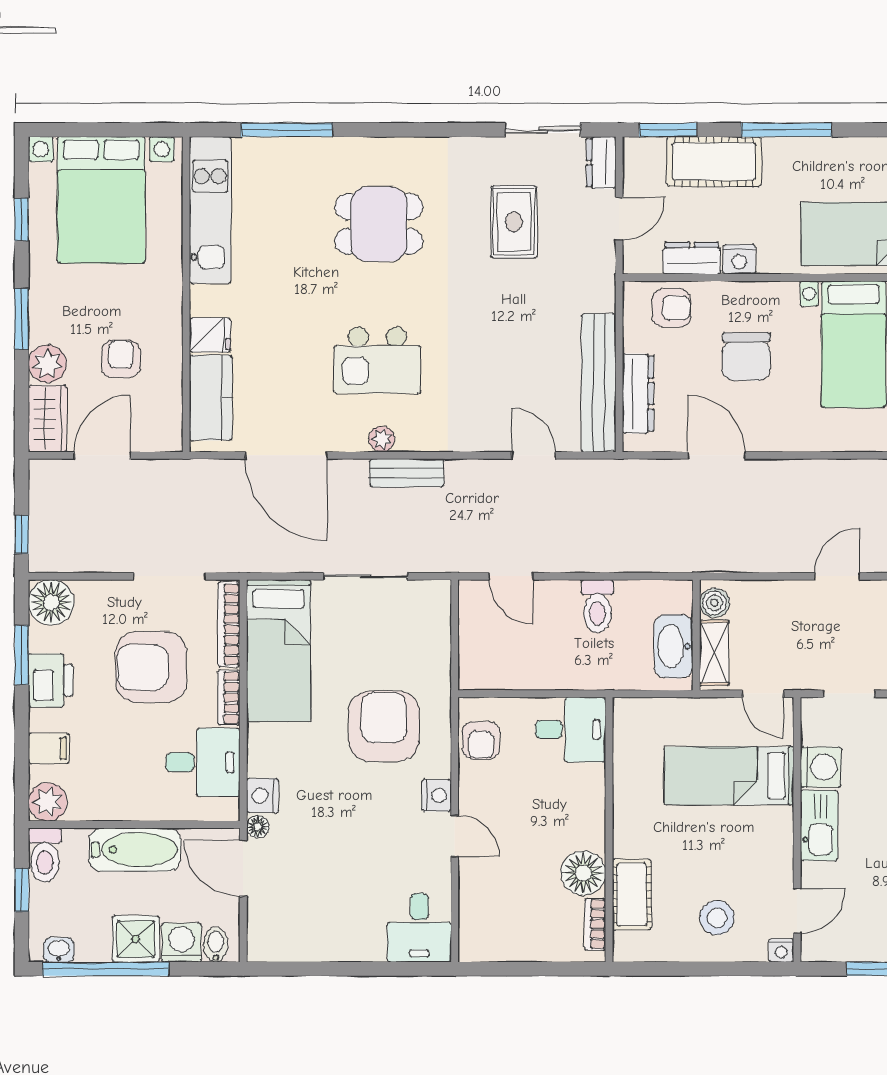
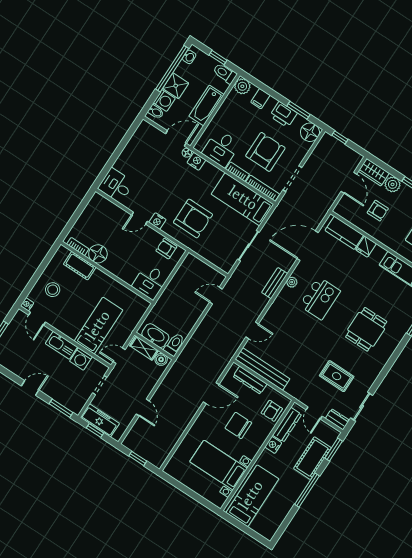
dresser: (692, 258) -> (287, 425), width x1.44
kitchen island: (377, 360) -> (320, 298), turned 180
toilet: (597, 606) -> (174, 345), moved, turned 90

